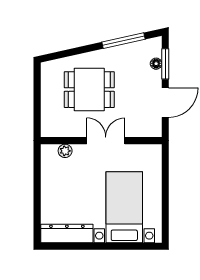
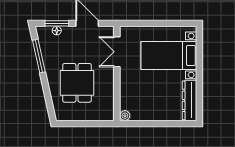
double door: (106, 141) -> (117, 52), moved
plant: (65, 151) -> (125, 116), moved

